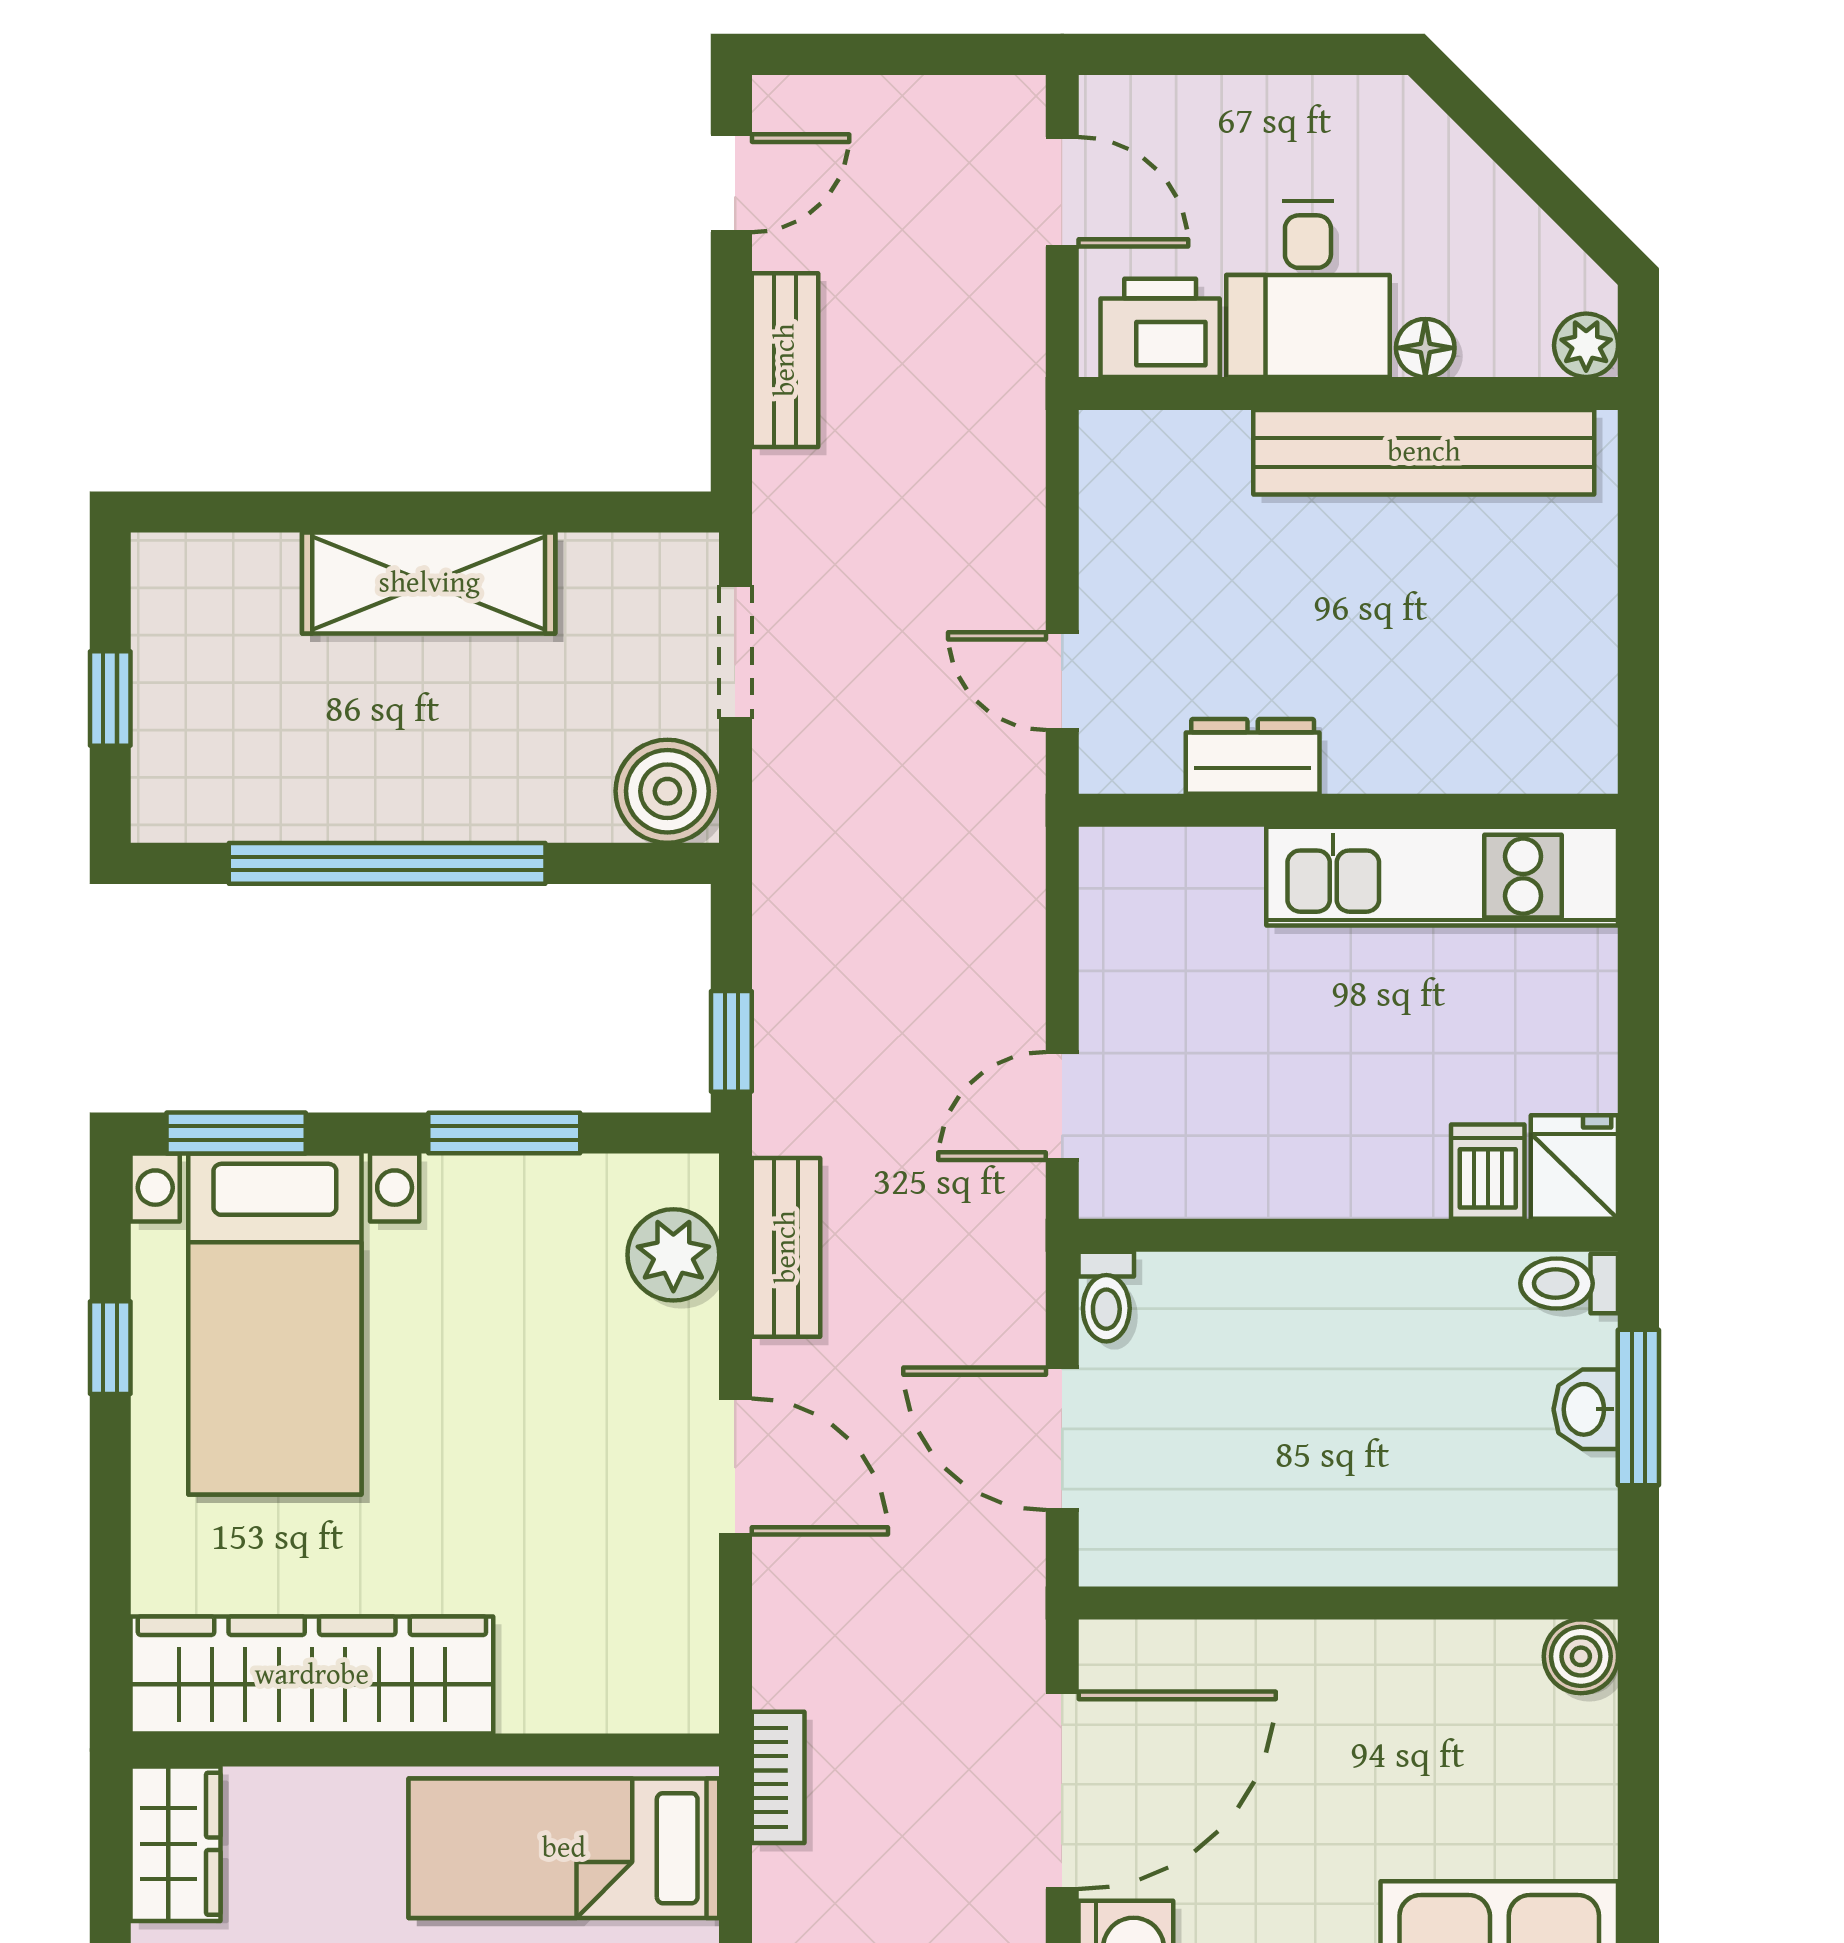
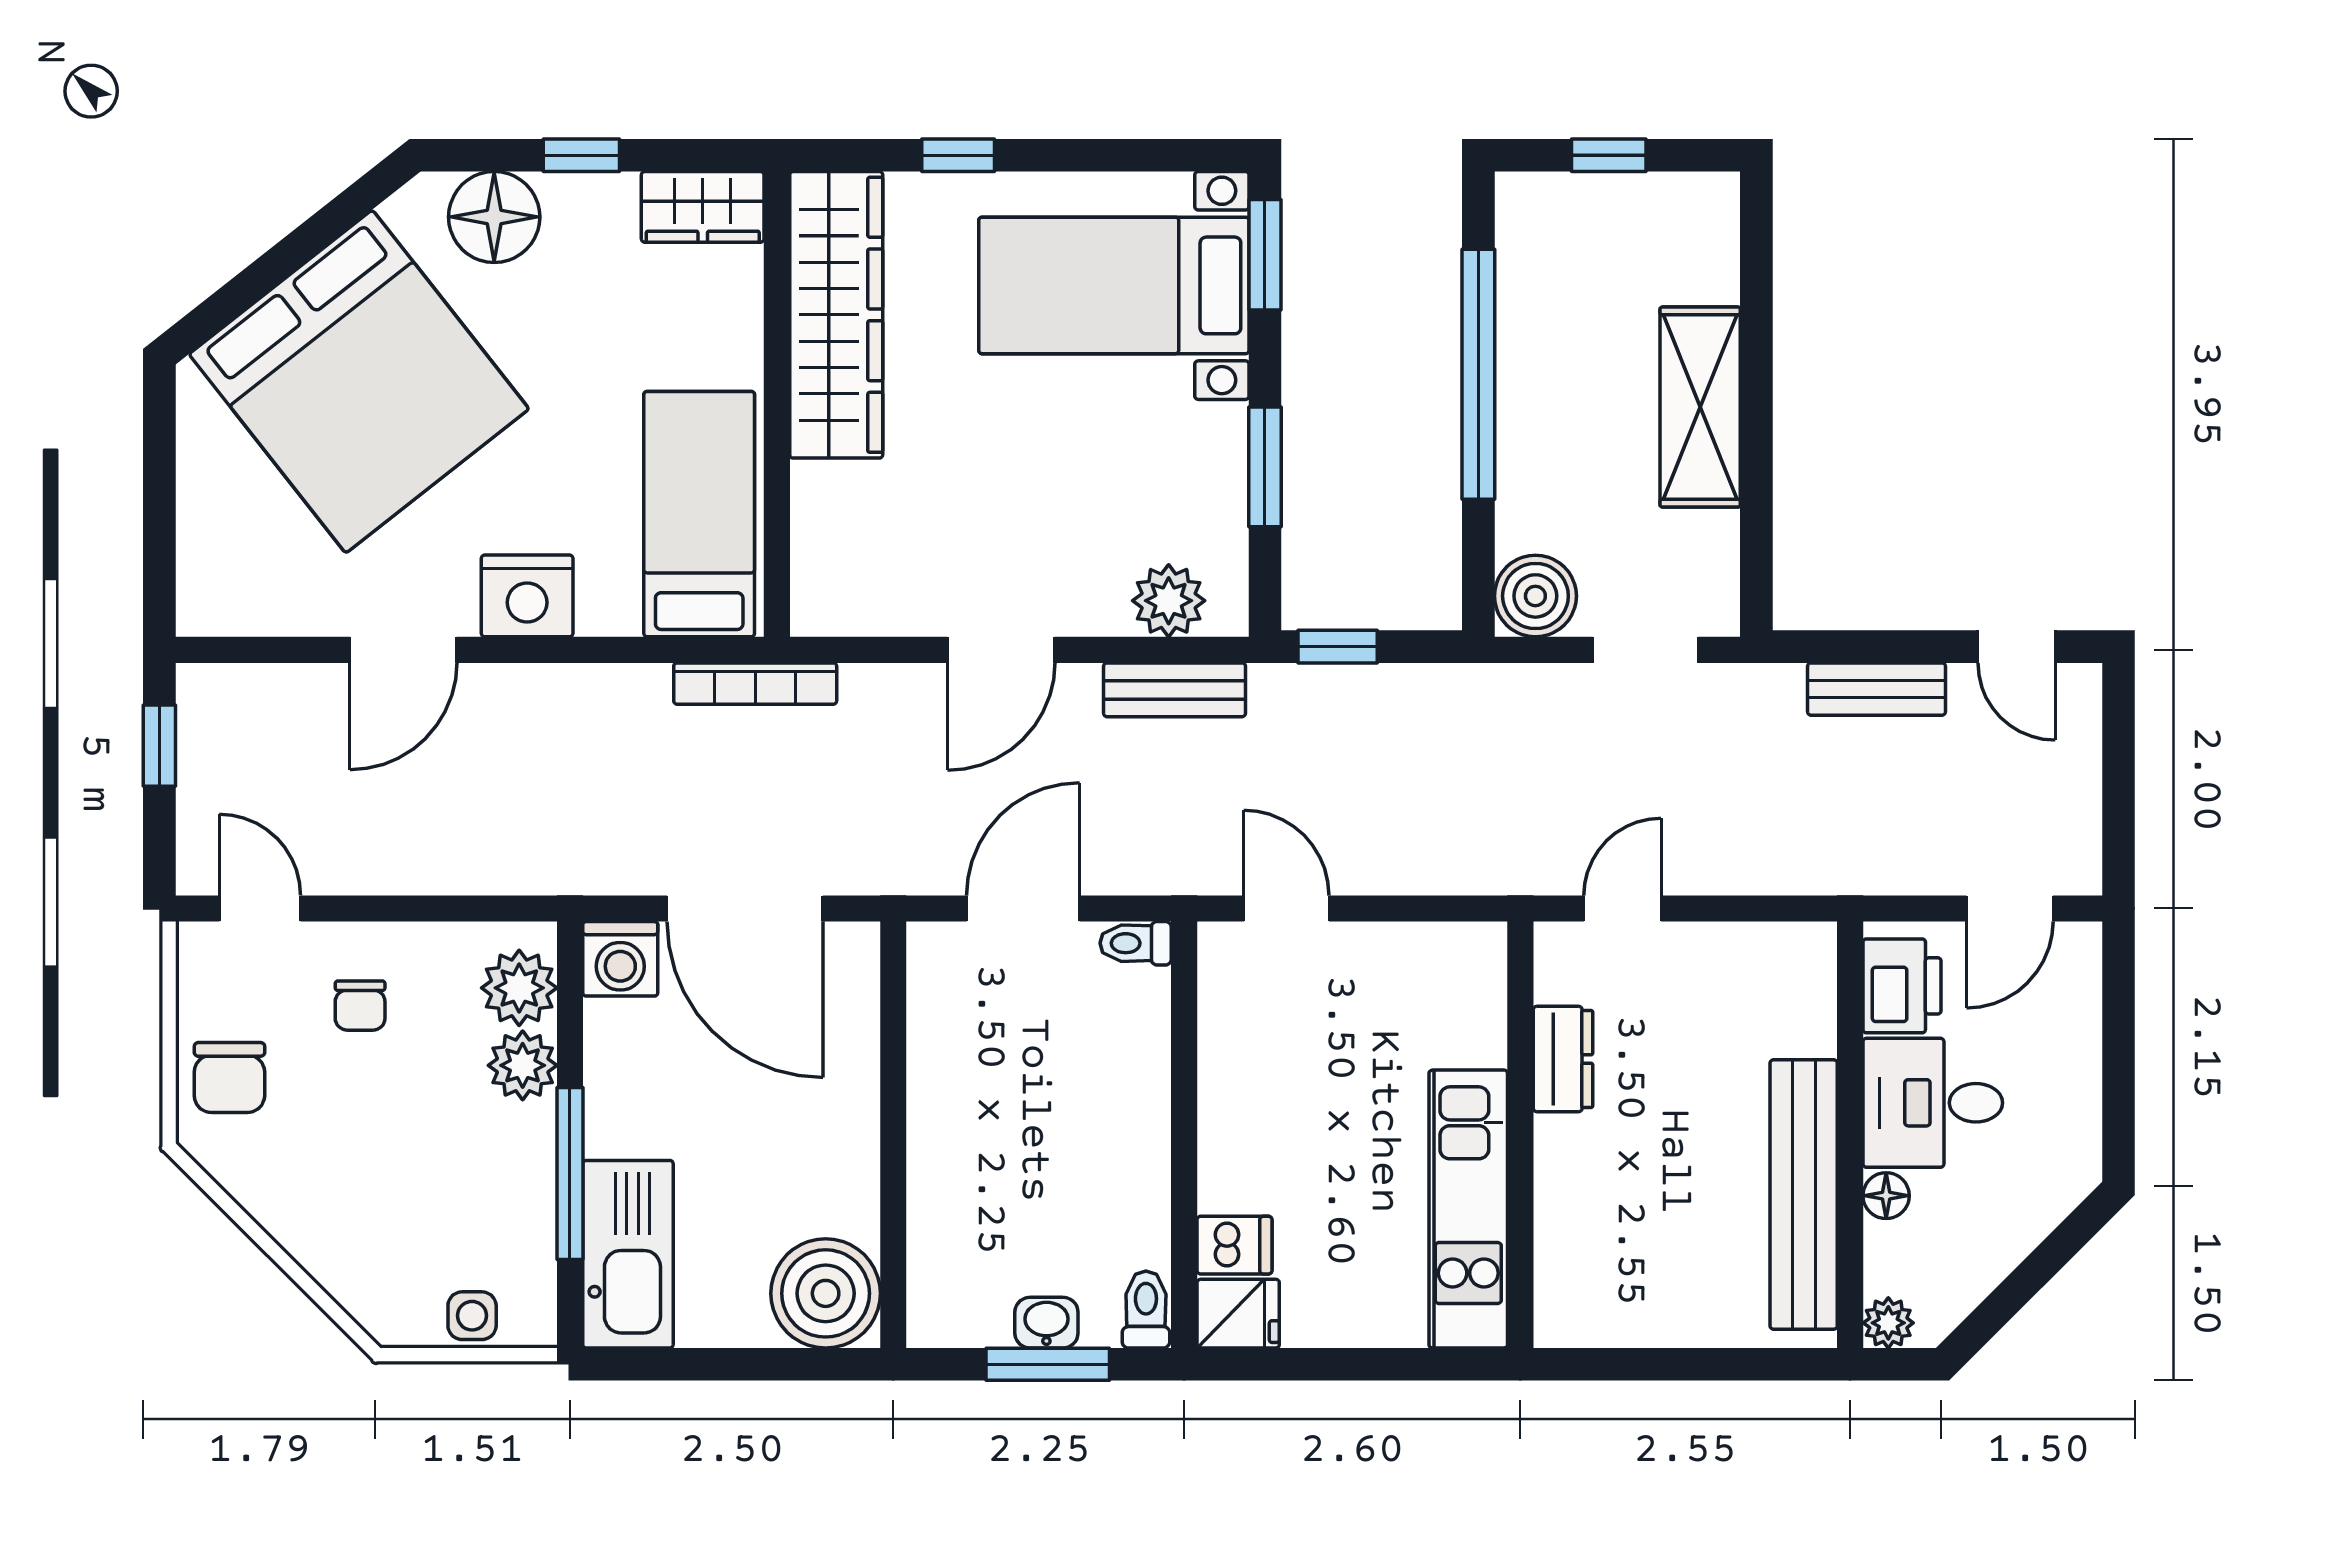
window: (110, 1348) -> (958, 155), moved
boiler: (1581, 1656) -> (826, 1293), width x1.86, depth x1.86
bookcase: (778, 1777) -> (755, 684), width x1.56

